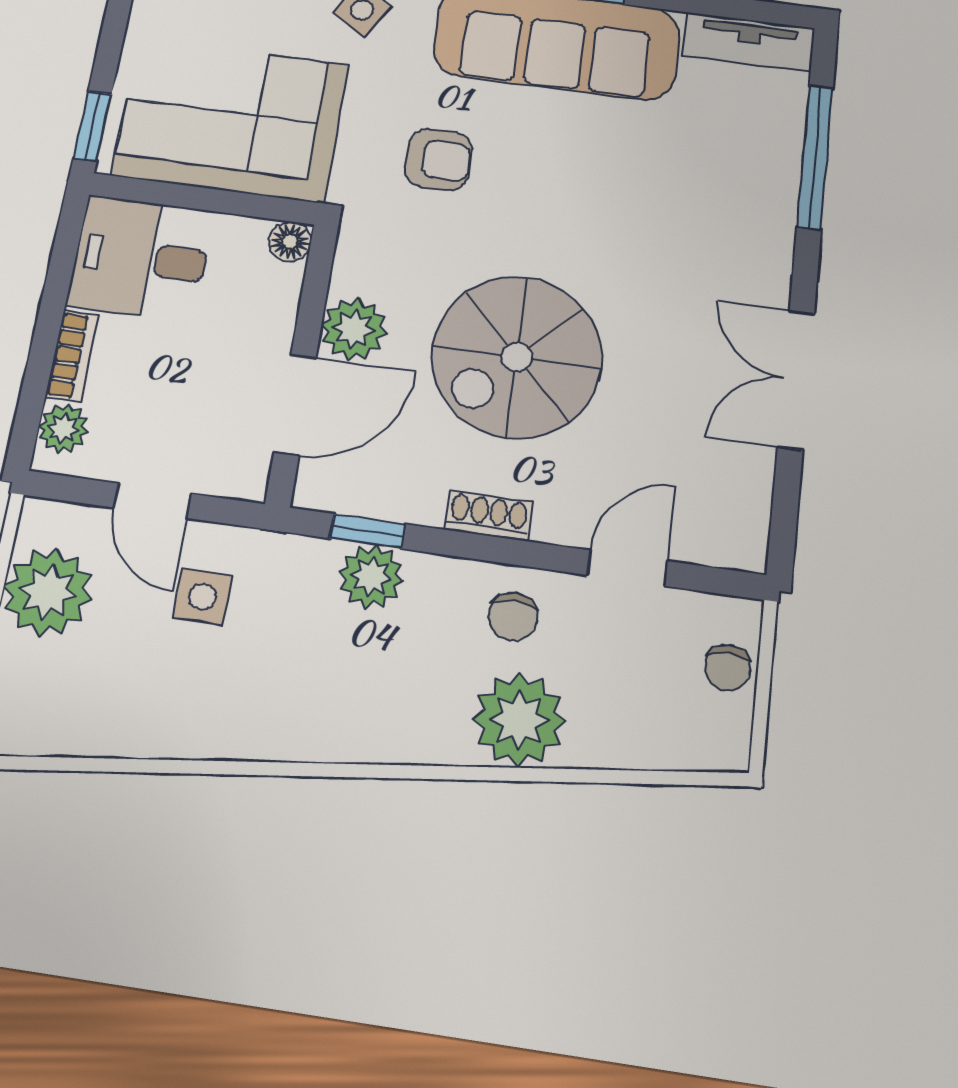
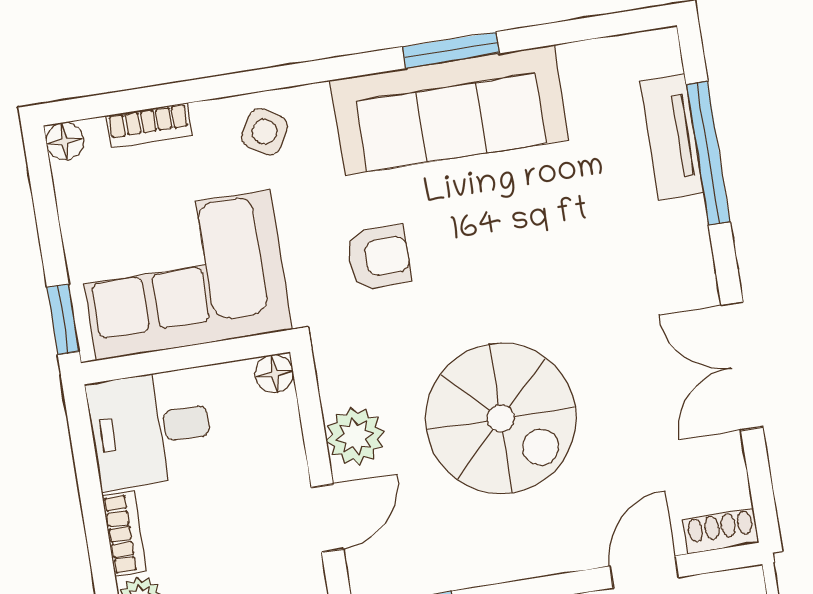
tv unit: (748, 42) -> (671, 137), moved, turned 90
spiral stairs: (517, 357) -> (501, 418), turned -90
door: (295, 405) -> (327, 518), width x0.73
shoe rack: (489, 516) -> (721, 531), moved

